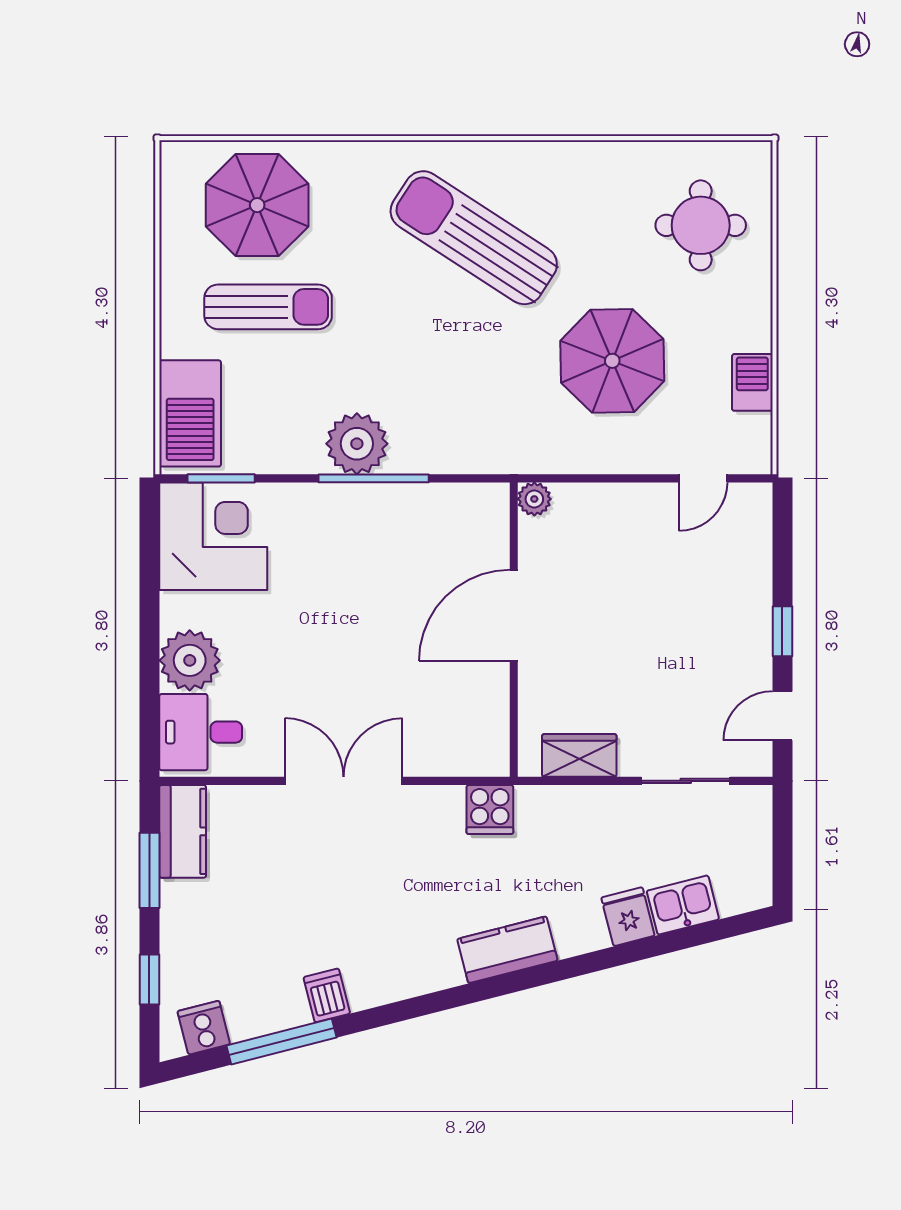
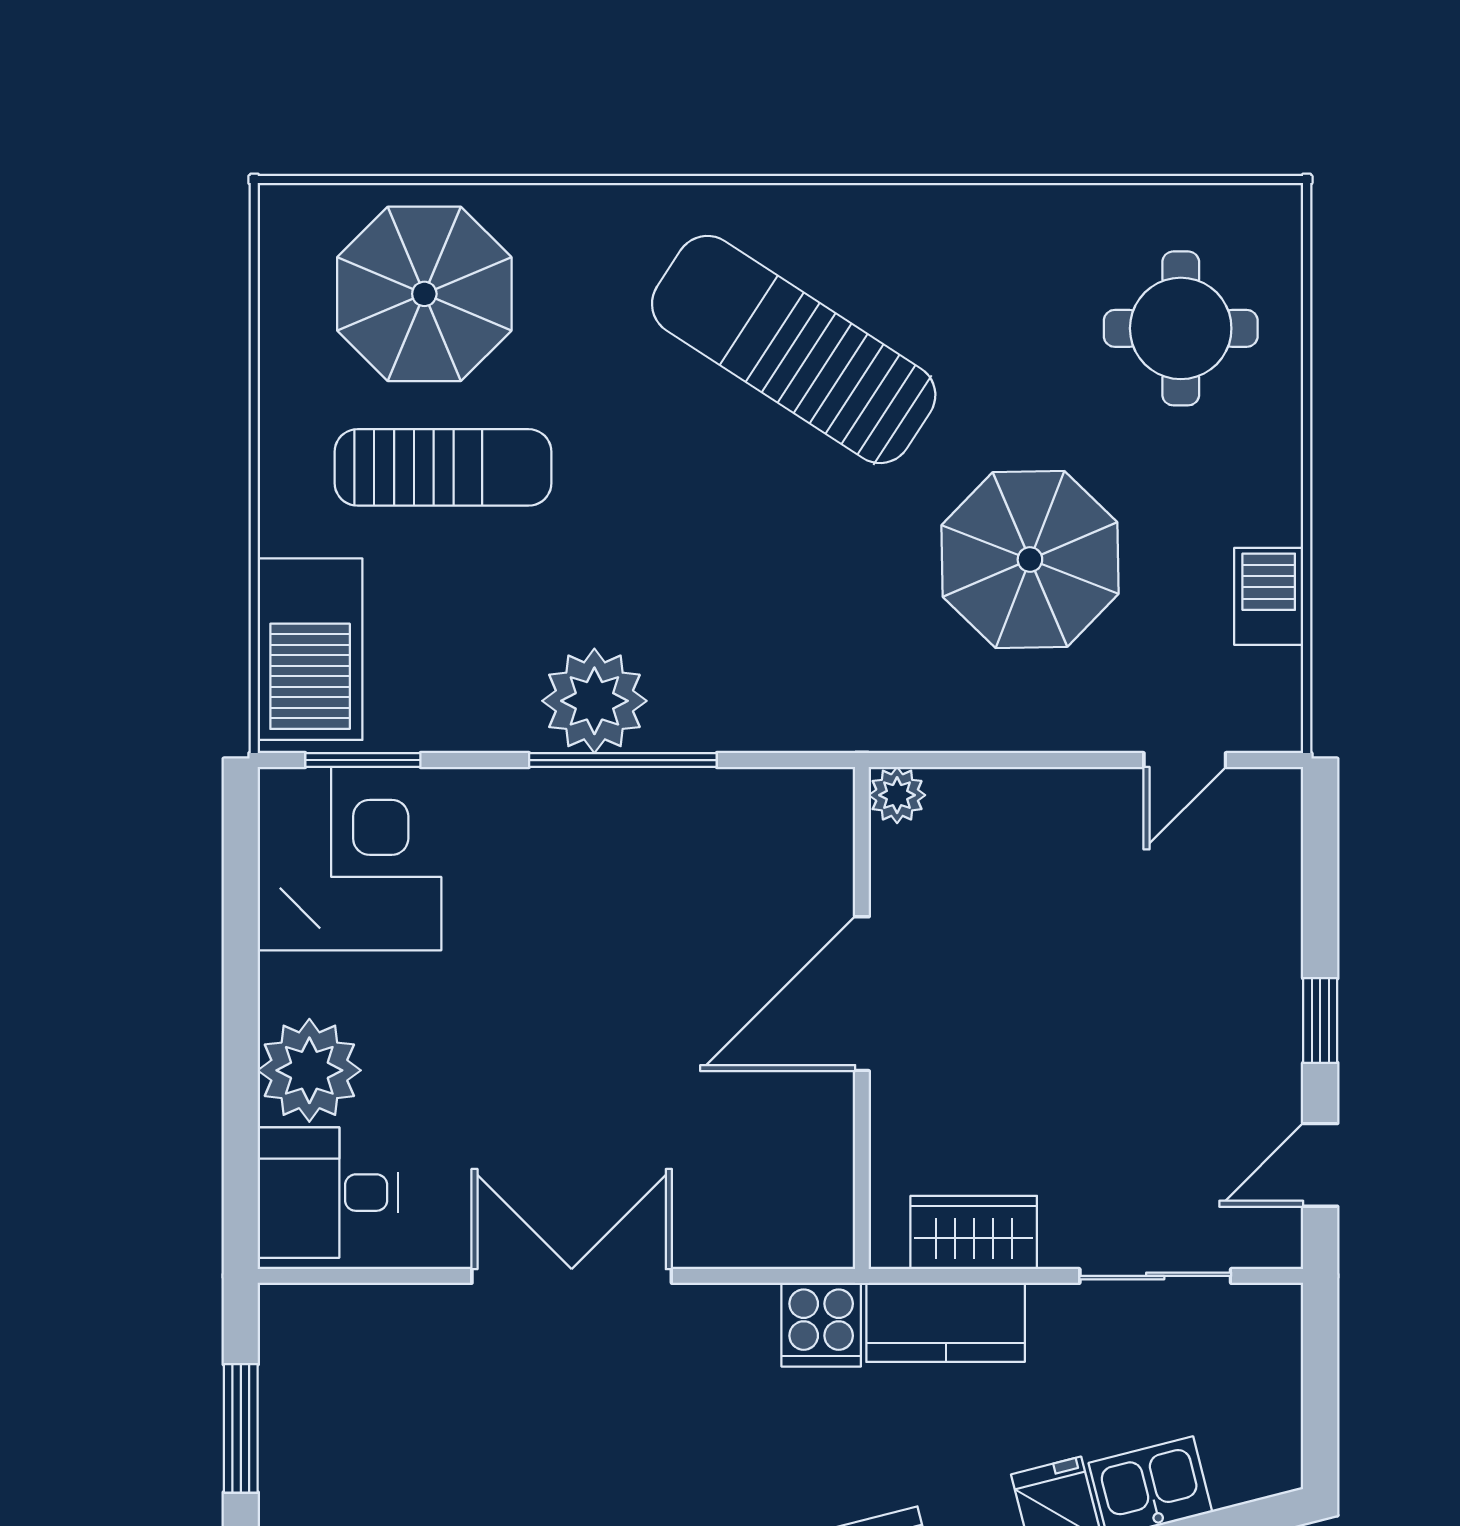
kitchen counter: (183, 831) -> (946, 1322), moved, turned 90

